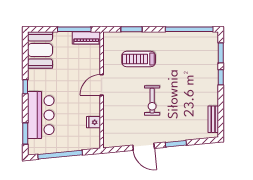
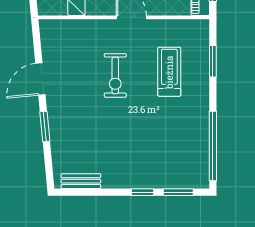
exercise bike: (152, 101) -> (115, 75), moved, turned -90

